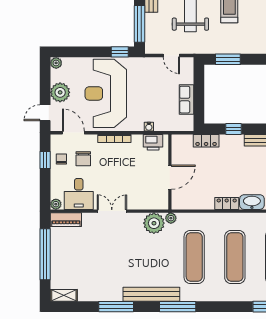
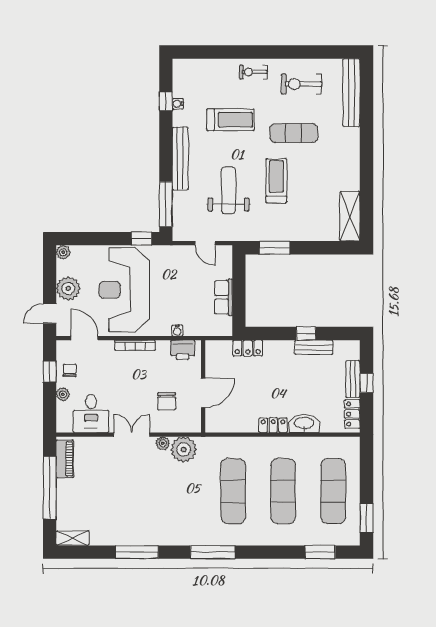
window: (234, 129) -> (306, 333), moved
chair: (83, 159) -> (167, 401), moved
plant: (56, 204) -> (63, 394), moved
plant: (171, 218) -> (163, 443), moved
piano: (66, 220) -> (65, 459), moved, turned -90
bench: (151, 294) -> (180, 537), removed

